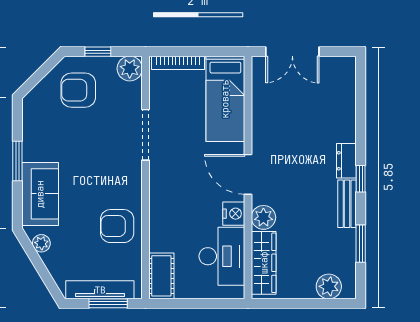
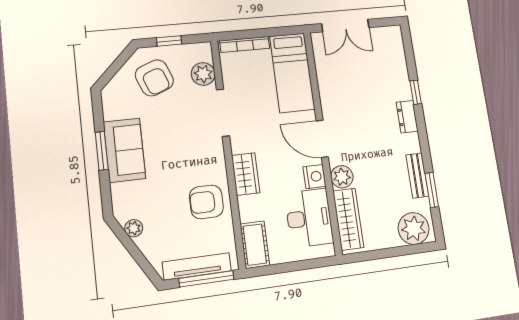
plant: (130, 69) -> (203, 74), moved
armchair: (78, 90) -> (154, 78), turned -111
window: (361, 179) -> (416, 92), moved
sofa: (40, 194) -> (124, 150), moved
wardrobe: (161, 202) -> (246, 174), added
bench: (347, 204) -> (417, 175), moved
plant: (329, 286) -> (414, 229), width x1.36, depth x1.36
window: (108, 303) -> (206, 279), width x1.44

